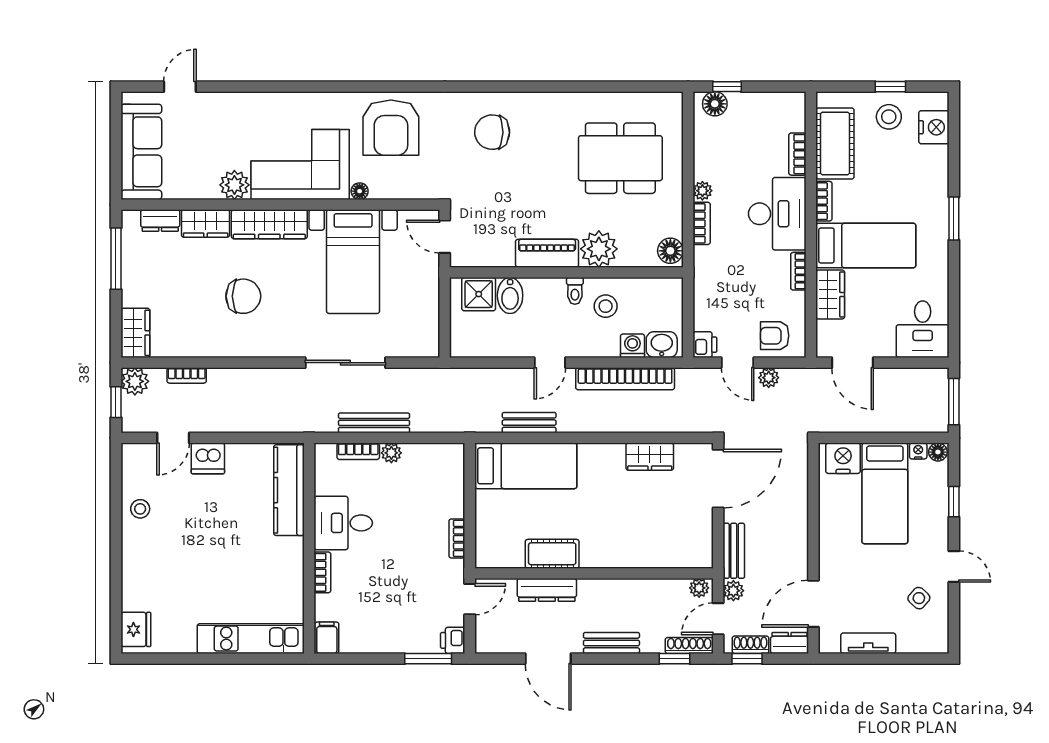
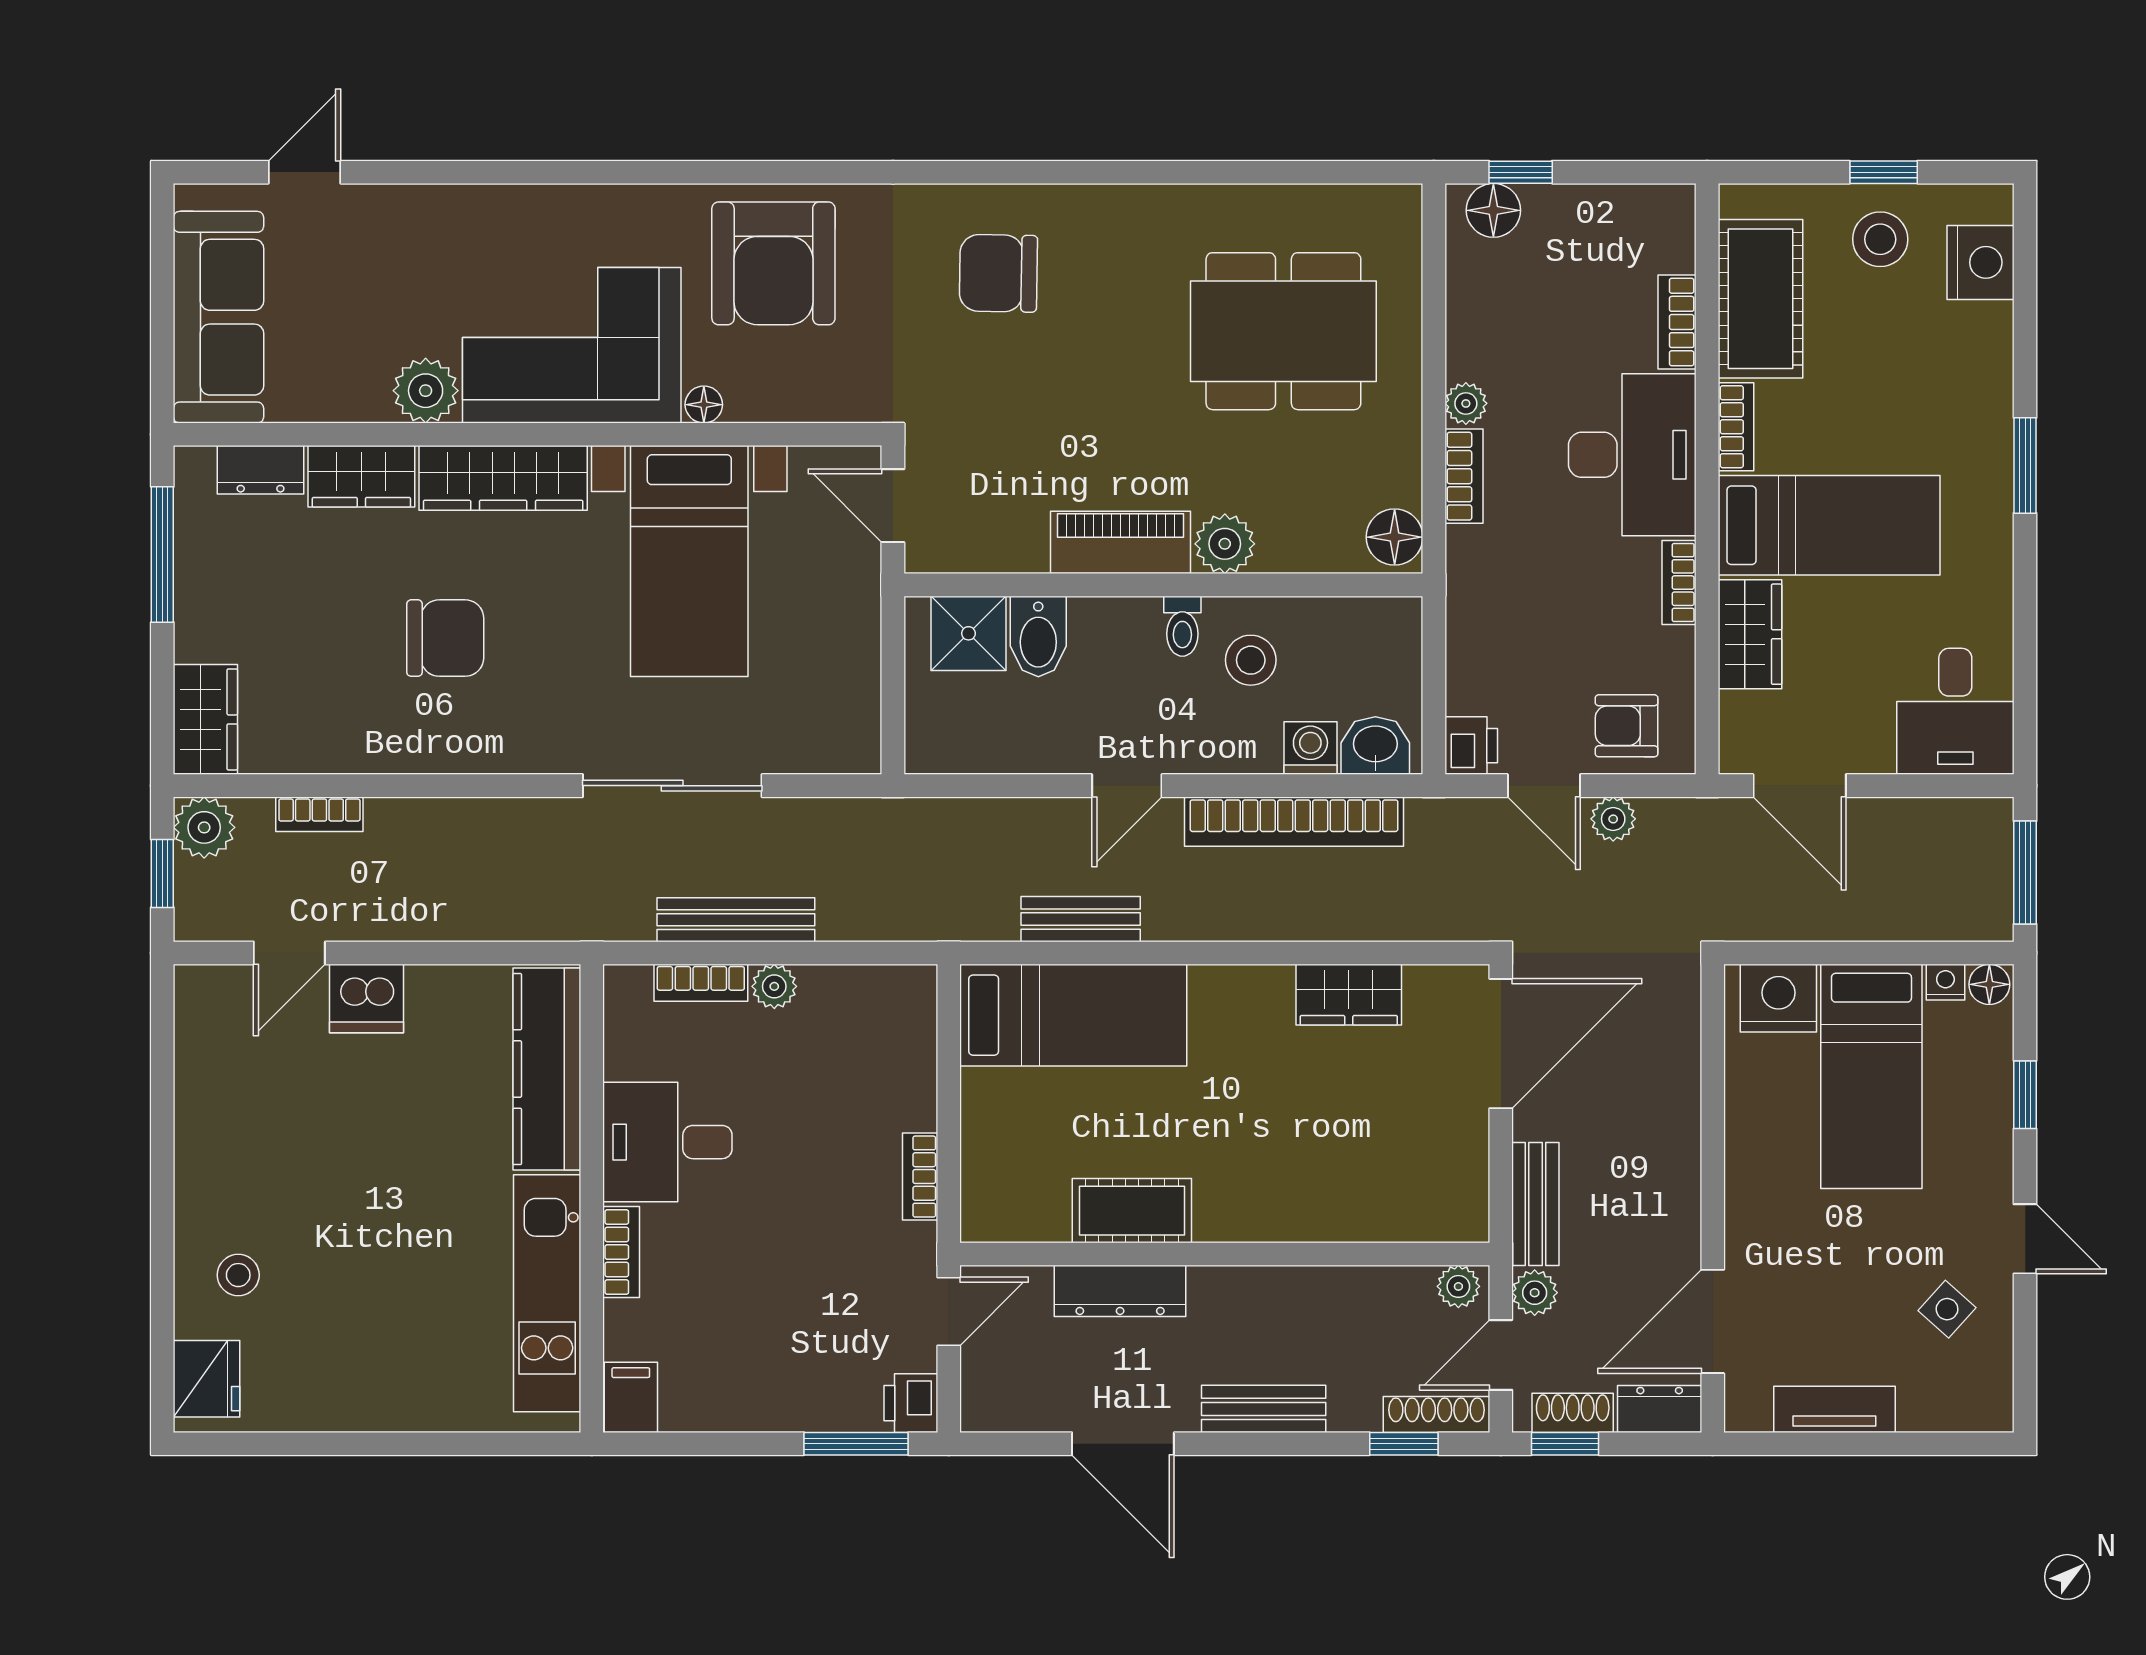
plant: (599, 249) -> (1225, 544), width x0.73, depth x0.73
stool: (140, 509) -> (238, 1275), moved
kitchen unit: (251, 639) -> (547, 1293), moved, turned -90

